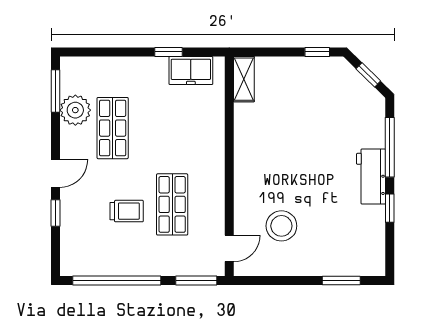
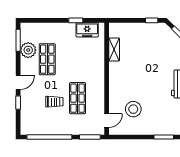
shelving: (244, 79) -> (114, 49), moved

